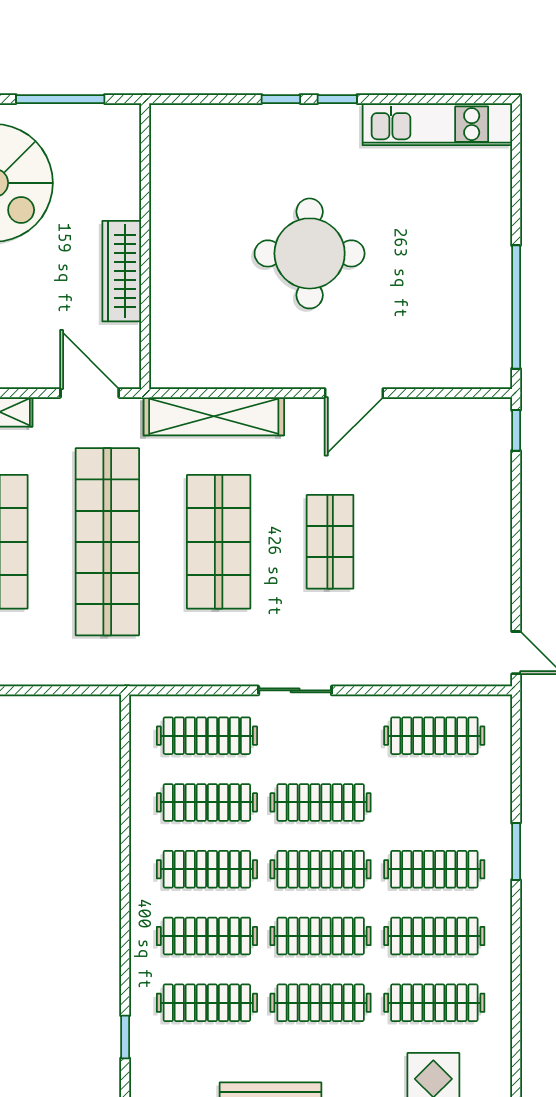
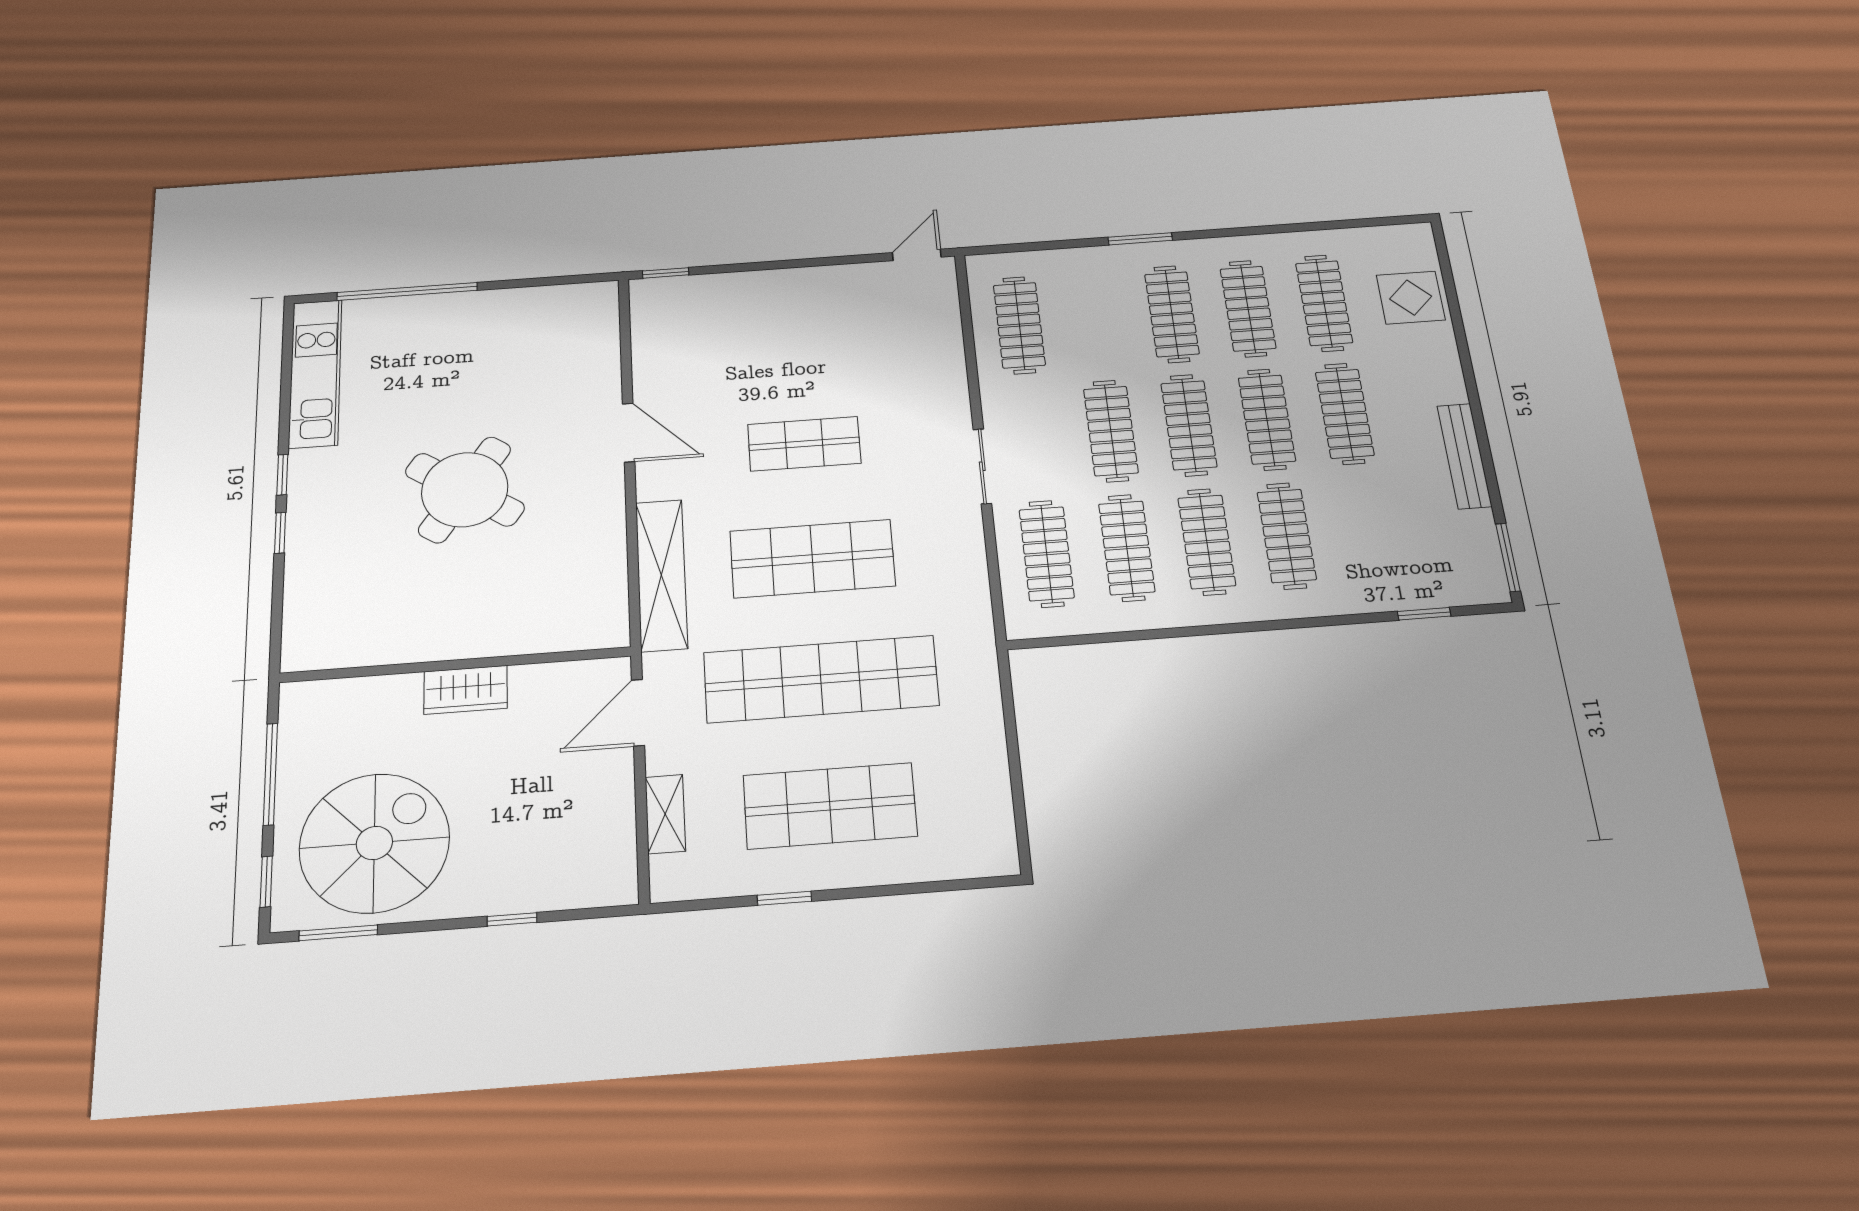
round table: (310, 253) -> (465, 490), turned 34
wardrobe: (122, 271) -> (466, 690), width x0.67
window: (516, 307) -> (407, 291), moved
clothes rail: (207, 1003) -> (1366, 530), removed

